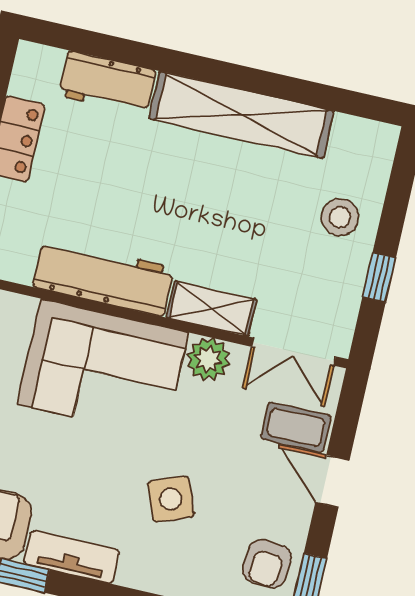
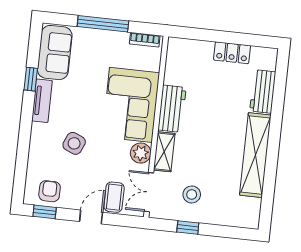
stool: (340, 217) -> (192, 194), moved
workbench: (103, 277) -> (172, 109), width x0.73
side table: (171, 499) -> (74, 143), turned 45
armchair: (267, 564) -> (50, 191), turned 85

